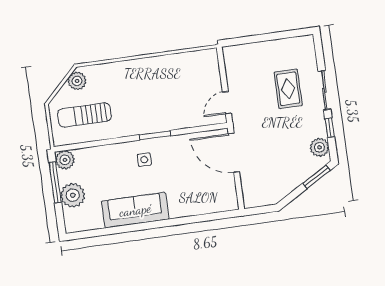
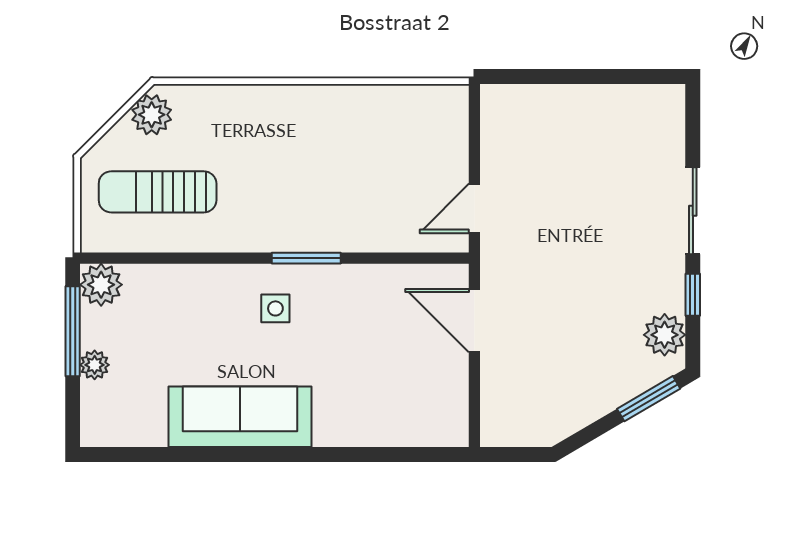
rug: (288, 89) -> (613, 197), removed
door: (234, 153) -> (474, 321), width x0.73
plant: (73, 195) -> (95, 365), width x0.53, depth x0.53

